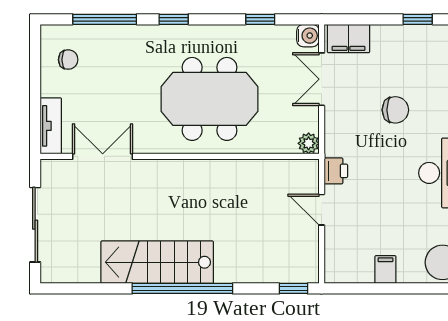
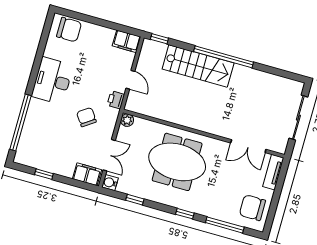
chair: (68, 60) -> (252, 208), width x1.87, depth x1.87
chair: (395, 110) -> (86, 117), moved, turned 55
stairs: (157, 262) -> (198, 66), moved
filing cabinet: (385, 270) -> (127, 41), moved, width x2.00

